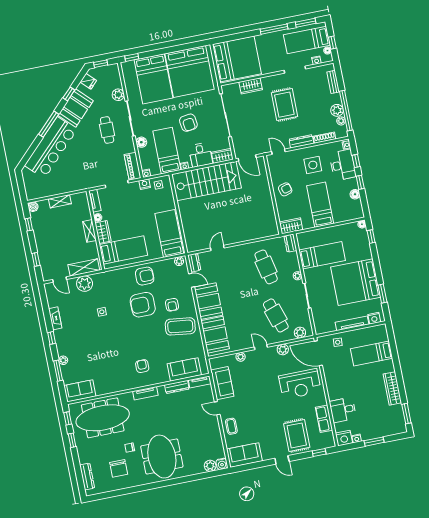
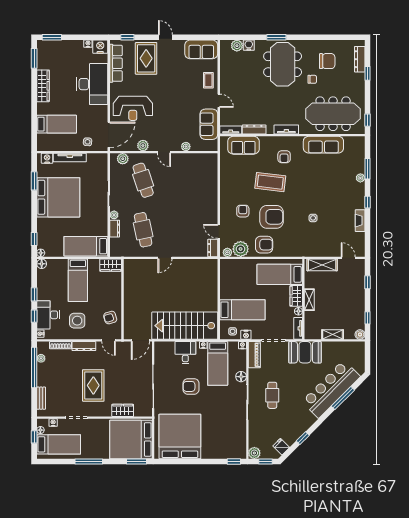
window: (306, 23) -> (136, 462), moved
bed: (153, 79) -> (217, 436), removed
plant: (118, 95) -> (254, 453), moved
booth: (76, 108) -> (305, 352), moved, turned 45
plant: (337, 110) -> (43, 369), removed
armchair: (188, 123) -> (191, 386), turned -82
window: (49, 124) -> (343, 398), moved
wardrobe: (222, 156) -> (164, 347), removed
door: (247, 158) -> (140, 340), swing flipped
armchair: (285, 189) -> (110, 318), moved
floor lamp: (355, 194) -> (42, 264), moved
bed: (169, 234) -> (242, 310), moved, turned -90
dresser: (290, 243) -> (115, 229), moved
door: (217, 248) -> (165, 258), moved
bed: (322, 255) -> (86, 246), moved
armchair: (145, 276) -> (264, 245), turned 180
plant: (85, 284) -> (241, 249), moved
booth: (208, 301) -> (207, 208), removed
coffee table: (180, 326) -> (270, 182), moved
booth: (215, 335) -> (206, 173), removed
door: (318, 353) -> (109, 135), hinge flipped
reception desk: (300, 384) -> (133, 108), turned 180
sofa: (80, 391) -> (323, 145), moved, width x1.36
desk: (343, 410) -> (92, 84), width x1.87, depth x1.30
row of seats: (324, 419) -> (116, 63), width x1.48
window: (72, 440) -> (367, 73), moved
window: (374, 442) -> (52, 37), moved
water cooler: (222, 464) -> (249, 45), moved
chair: (119, 468) -> (327, 61), turned 90
window: (173, 482) -> (276, 37), added

